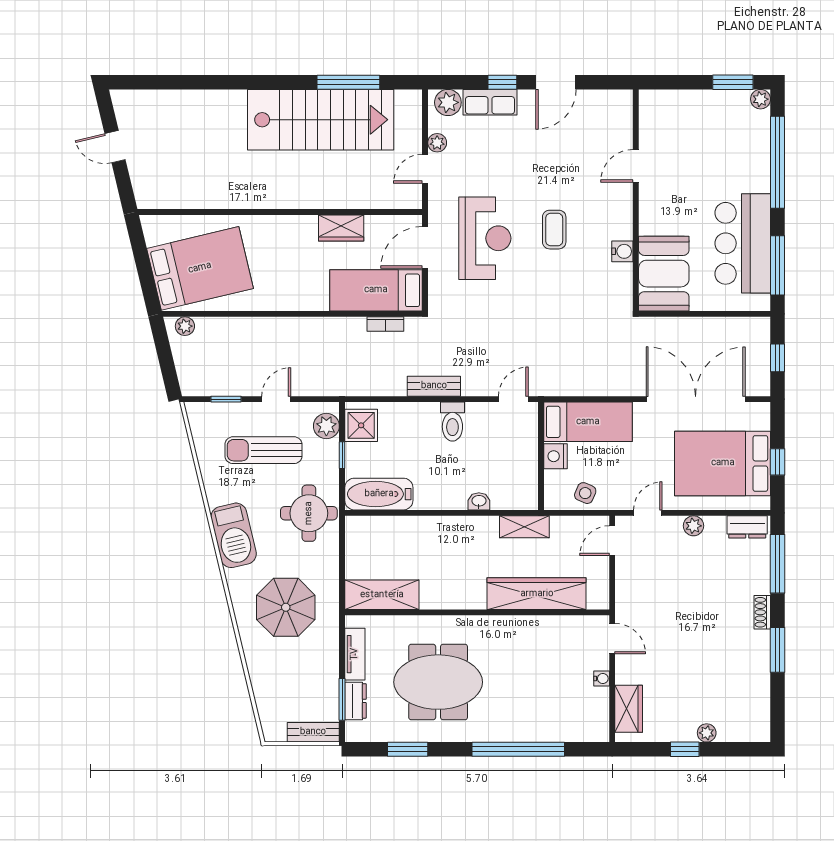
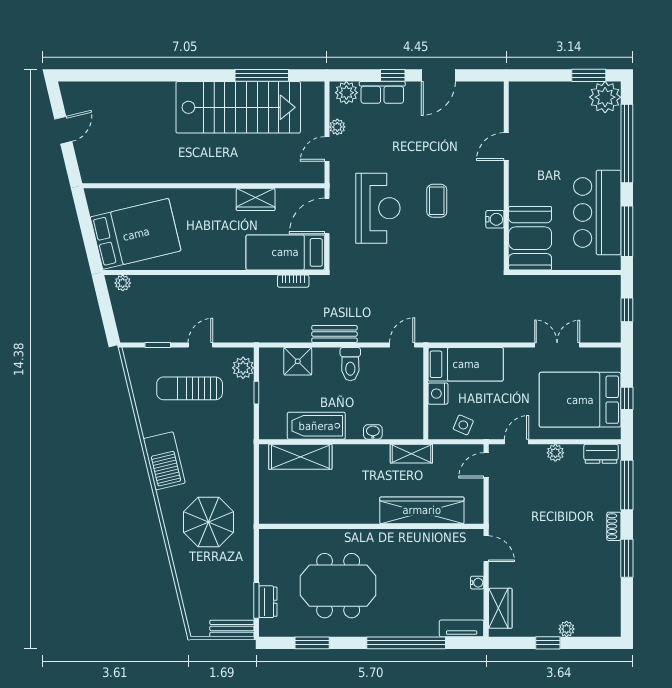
plant: (761, 99) -> (605, 97), width x1.88, depth x1.88
door: (115, 147) -> (63, 130), swing flipped
double door: (696, 399) -> (557, 345), width x0.54
shower: (361, 425) -> (298, 361), moved
bathtub: (379, 494) -> (316, 426), moved
round table: (309, 513) -> (228, 442), removed
shelving: (382, 595) -> (300, 457), moved
tv unit: (355, 654) -> (462, 628), moved, turned -90

